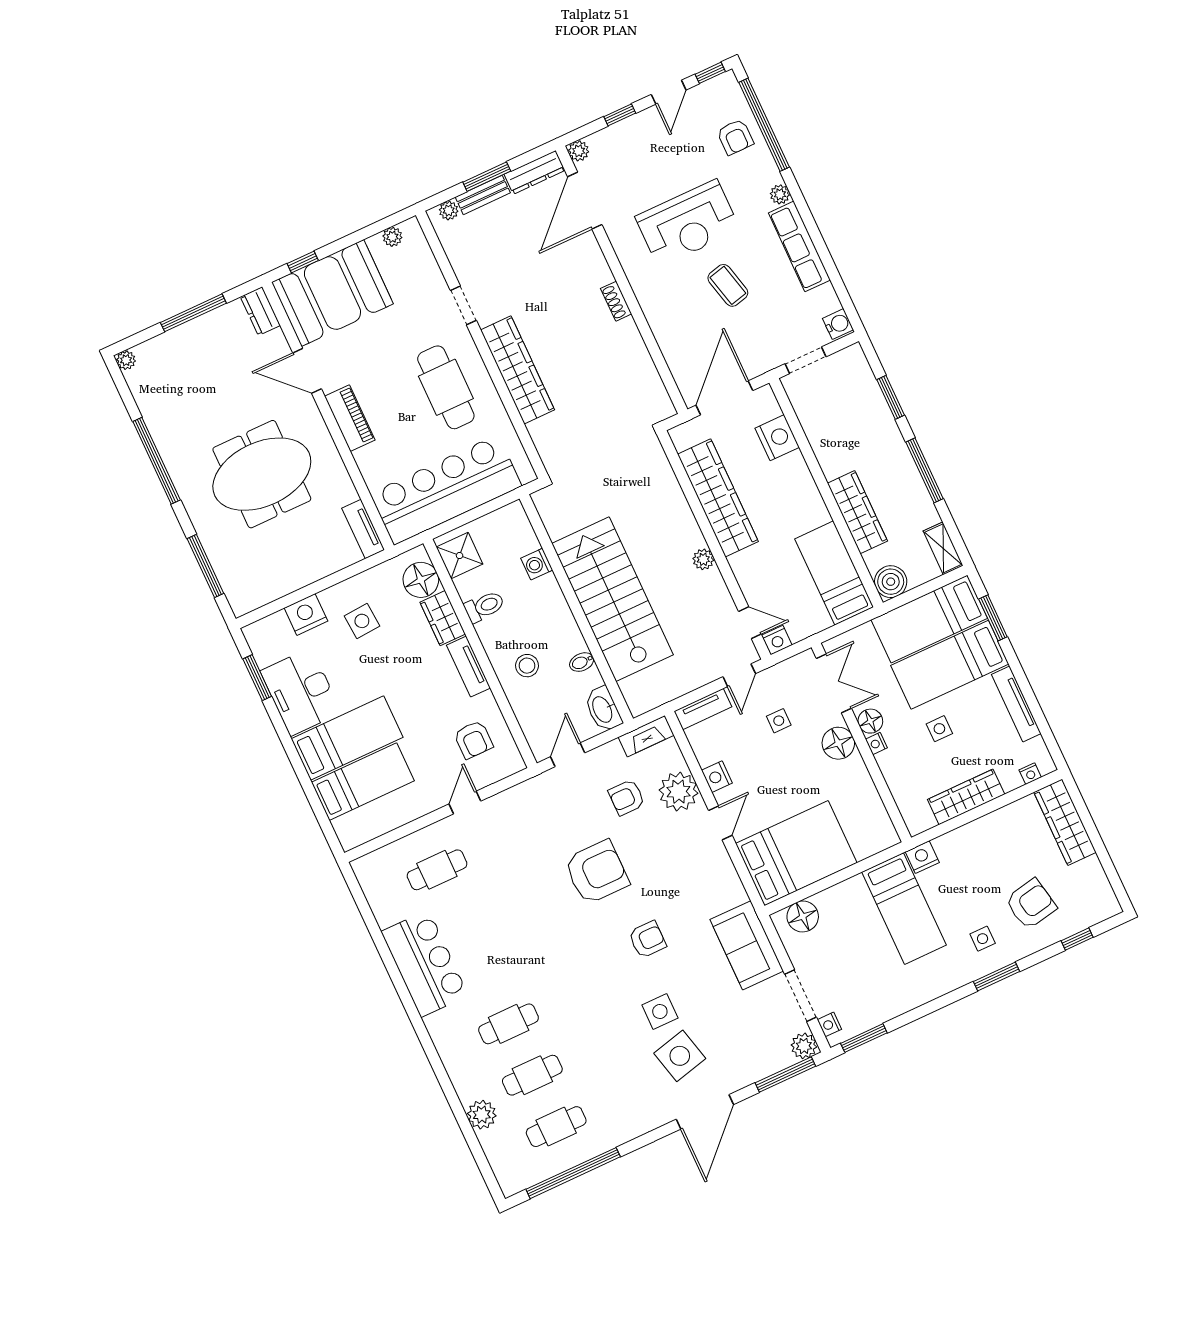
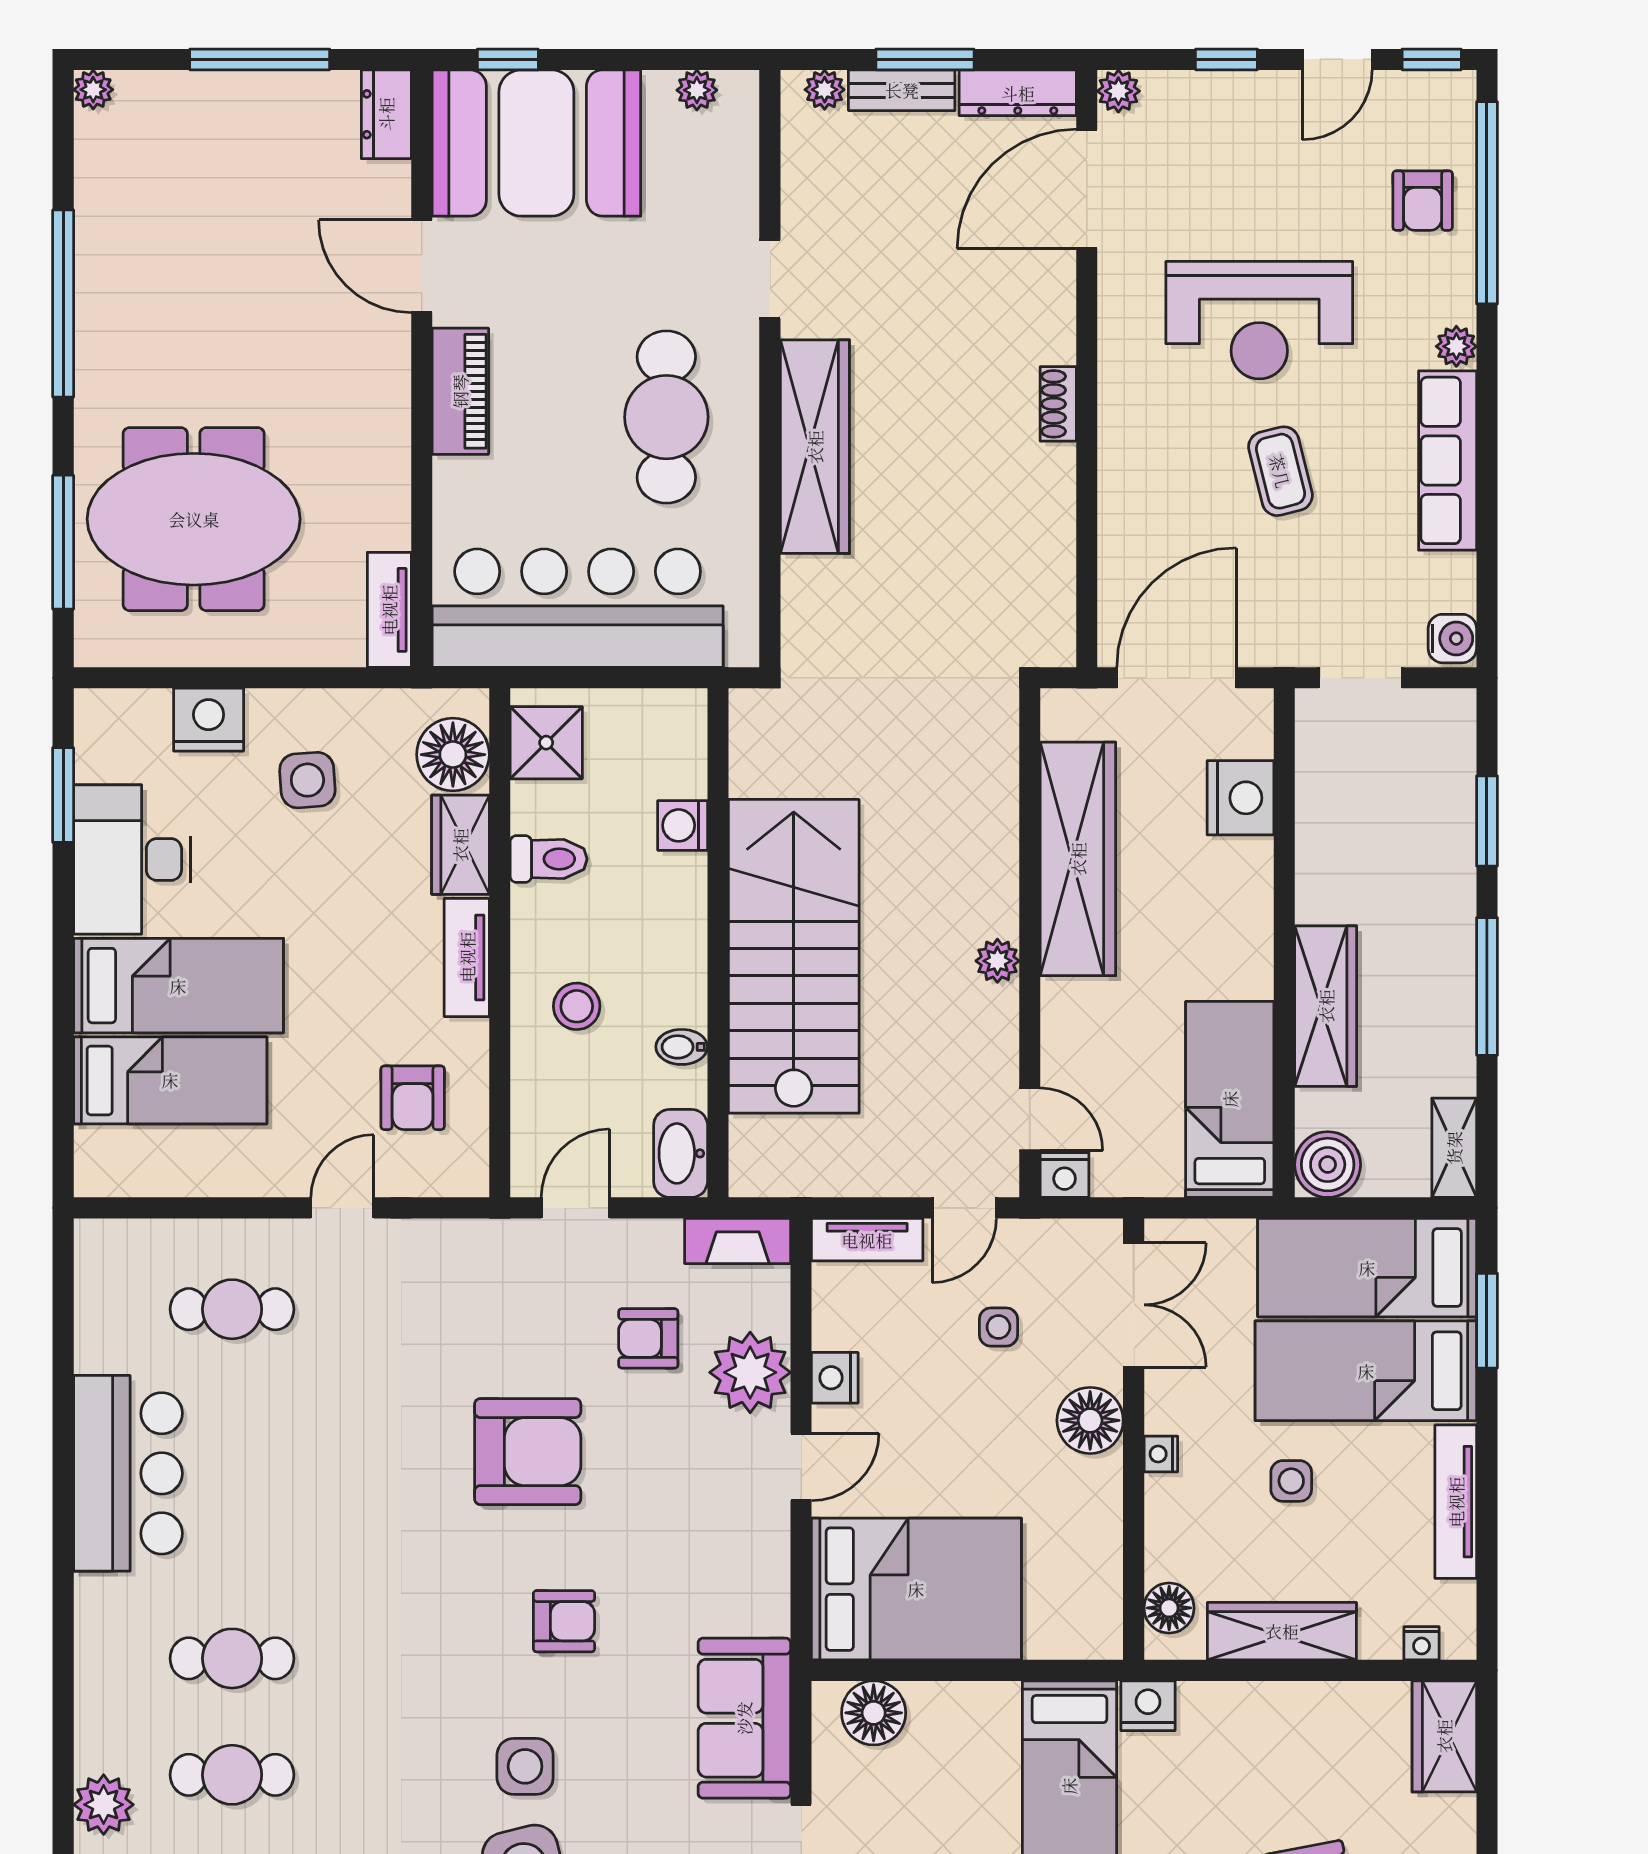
meeting table: (262, 474) -> (194, 519), moved
floor lamp: (870, 721) -> (1169, 1608), moved
wardrobe: (1065, 822) -> (1444, 1736), width x0.67

